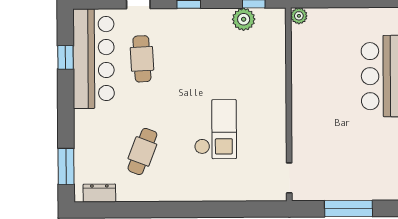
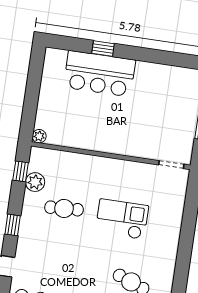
cafe table: (142, 59) -> (64, 208), moved

